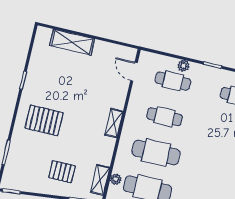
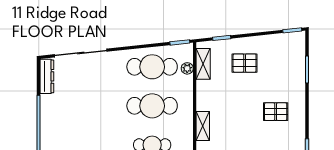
pallet: (44, 120) -> (276, 112), width x0.67, depth x0.71

